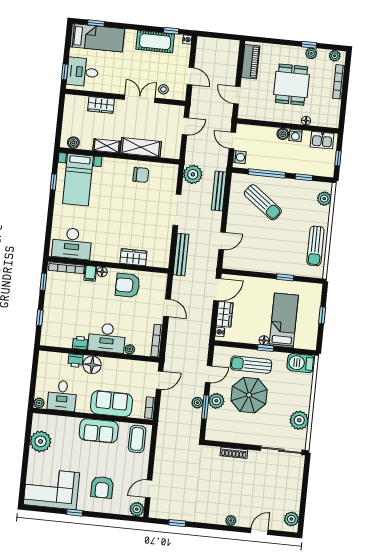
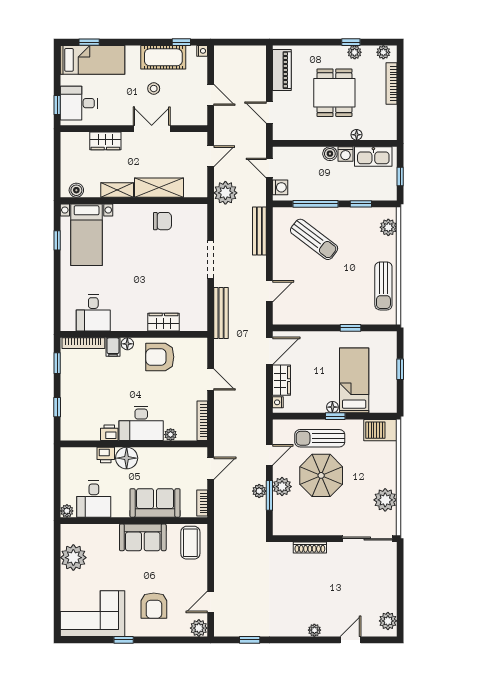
stool: (163, 89) -> (154, 89), moved
kitchen sink: (322, 140) -> (373, 156), width x1.38
plant: (193, 174) -> (225, 193), moved
desk: (72, 243) -> (93, 313), width x0.73

